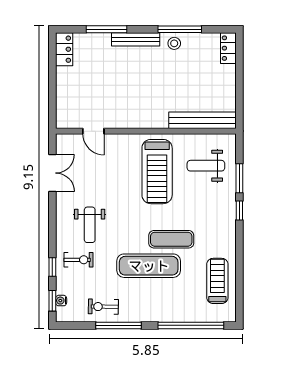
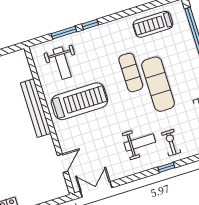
bench: (203, 120) -> (36, 108), moved
double door: (52, 173) -> (96, 189), moved
window: (52, 267) -> (166, 167), moved

